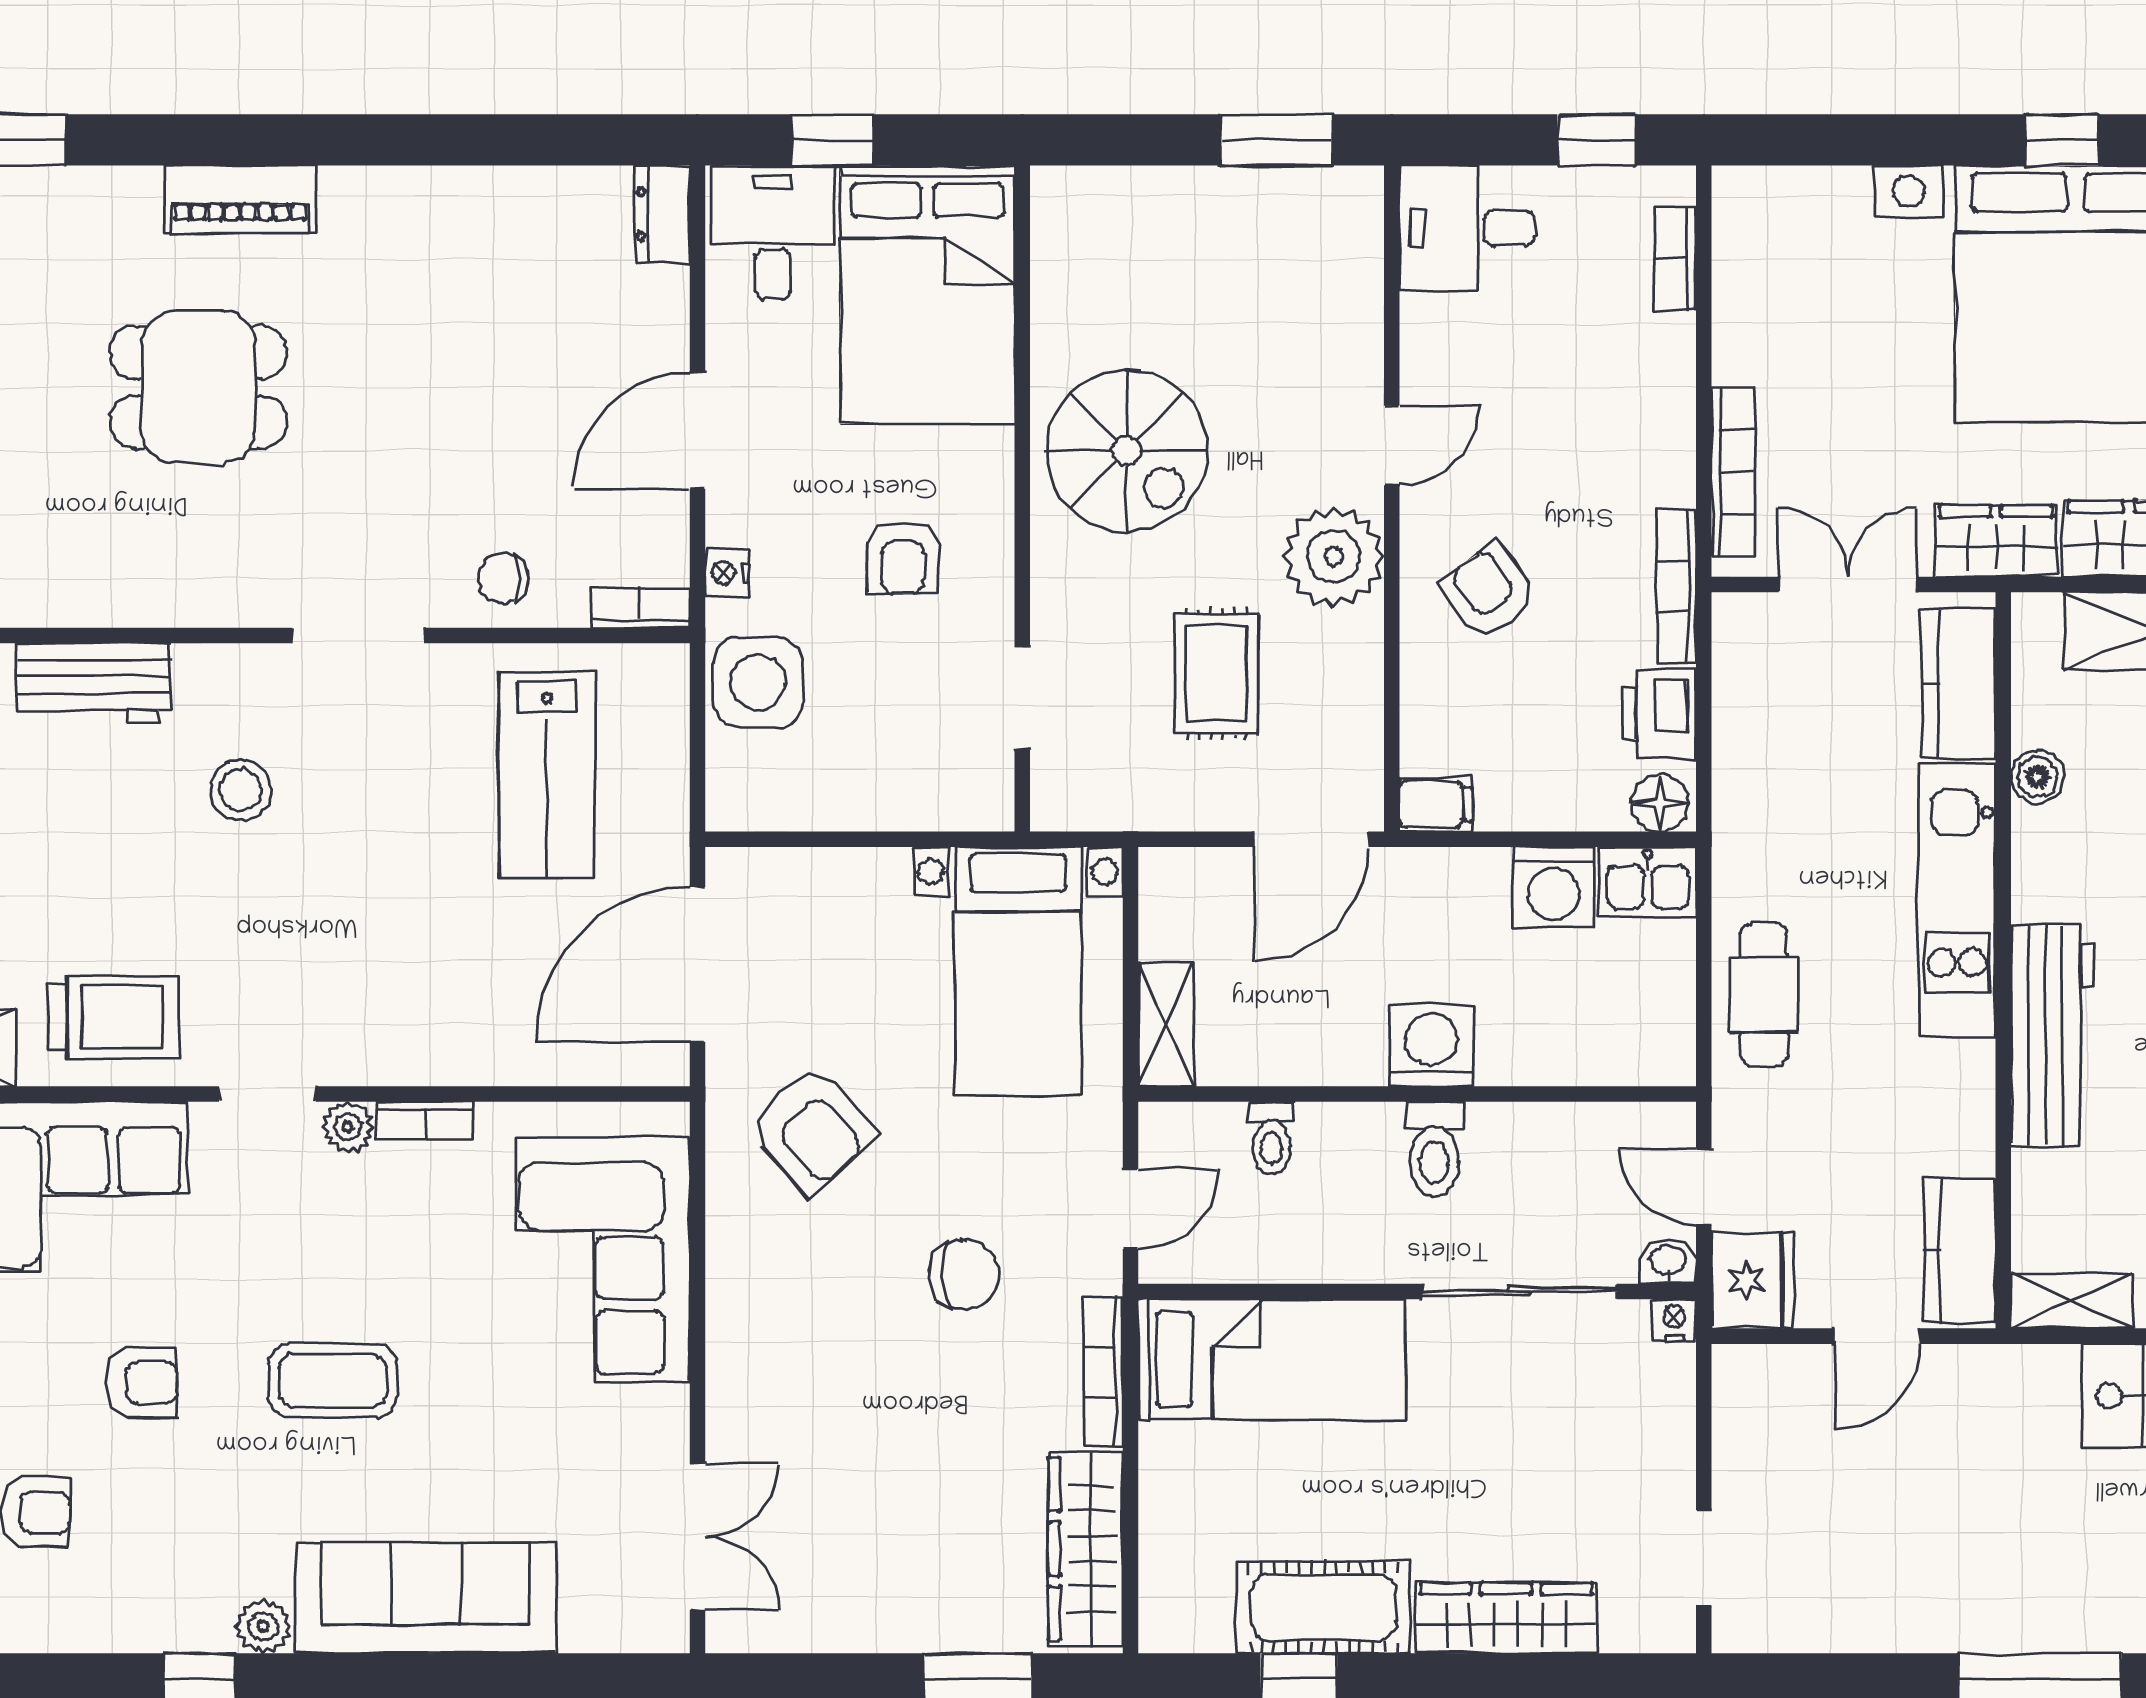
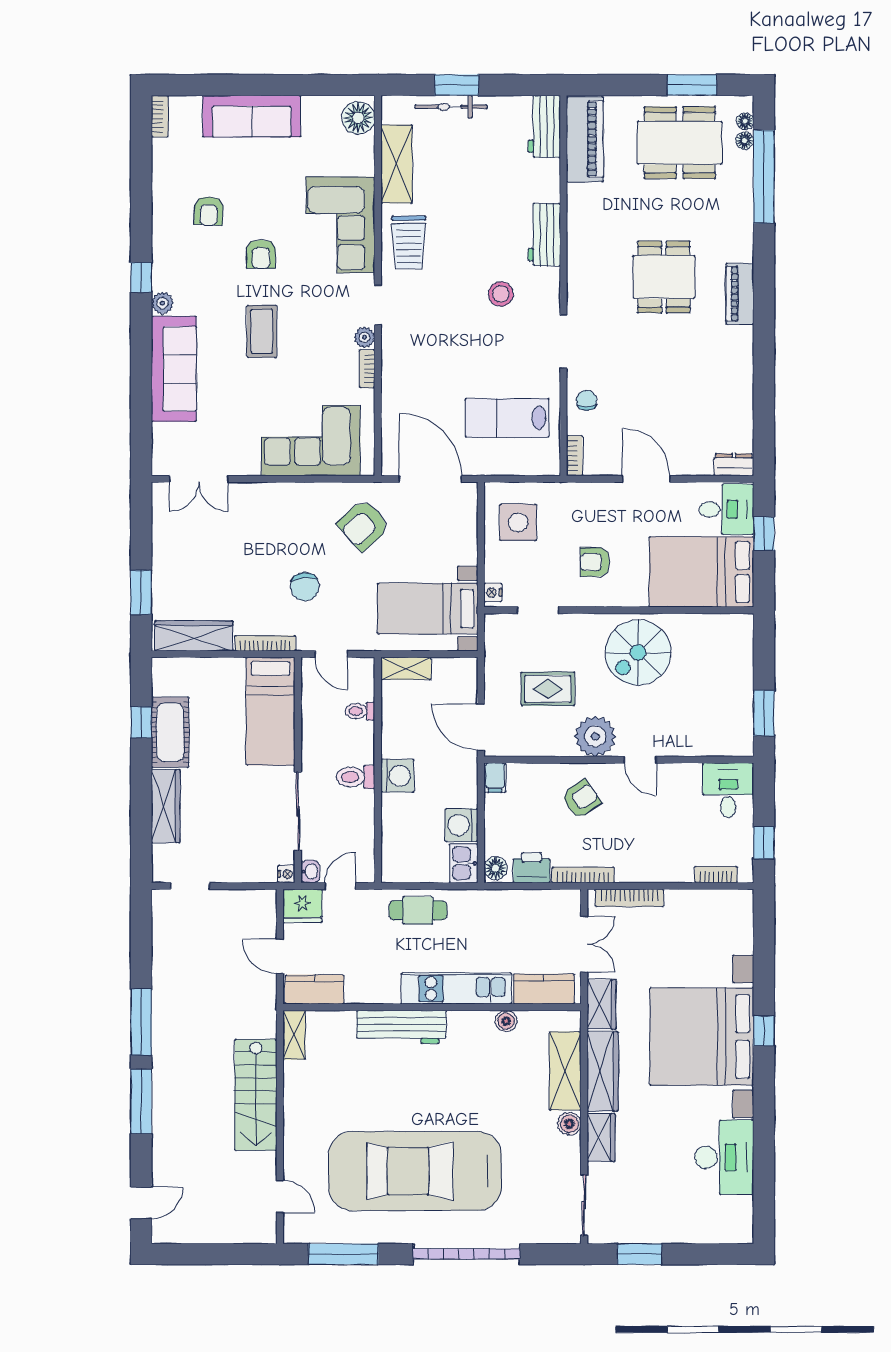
nightstand: (727, 573) -> (493, 593), moved, turned -90
side table: (758, 682) -> (518, 522), moved

